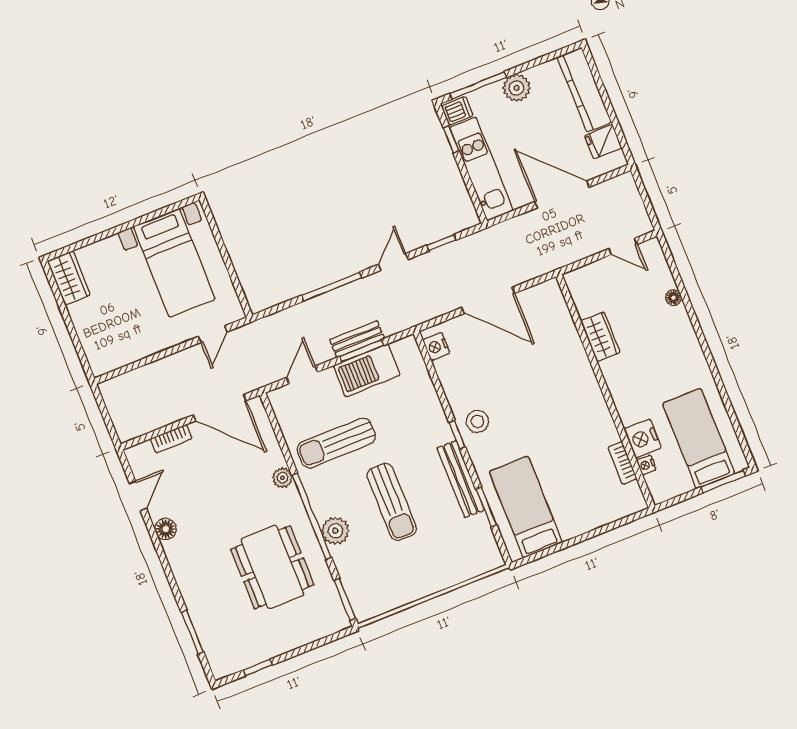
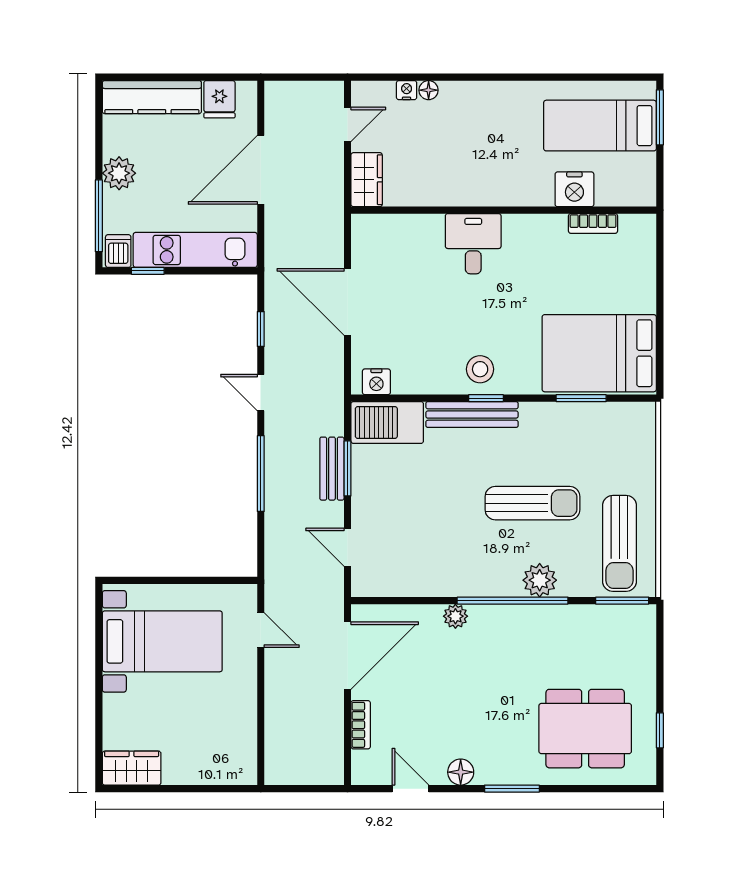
door: (488, 300) -> (347, 302), swing flipped
wardrobe: (600, 337) -> (367, 180), moved, turned 90
barbecue: (367, 370) -> (387, 423), moved, turned 90
desk: (571, 378) -> (473, 244), added
sun lounger: (336, 443) -> (620, 543), moved
nightstand: (646, 465) -> (407, 90), moved, turned 180
bench: (461, 479) -> (472, 415), moved
bed: (526, 507) -> (599, 353), width x1.50
dining table: (272, 567) -> (585, 729), moved
window: (192, 632) -> (512, 789), moved

